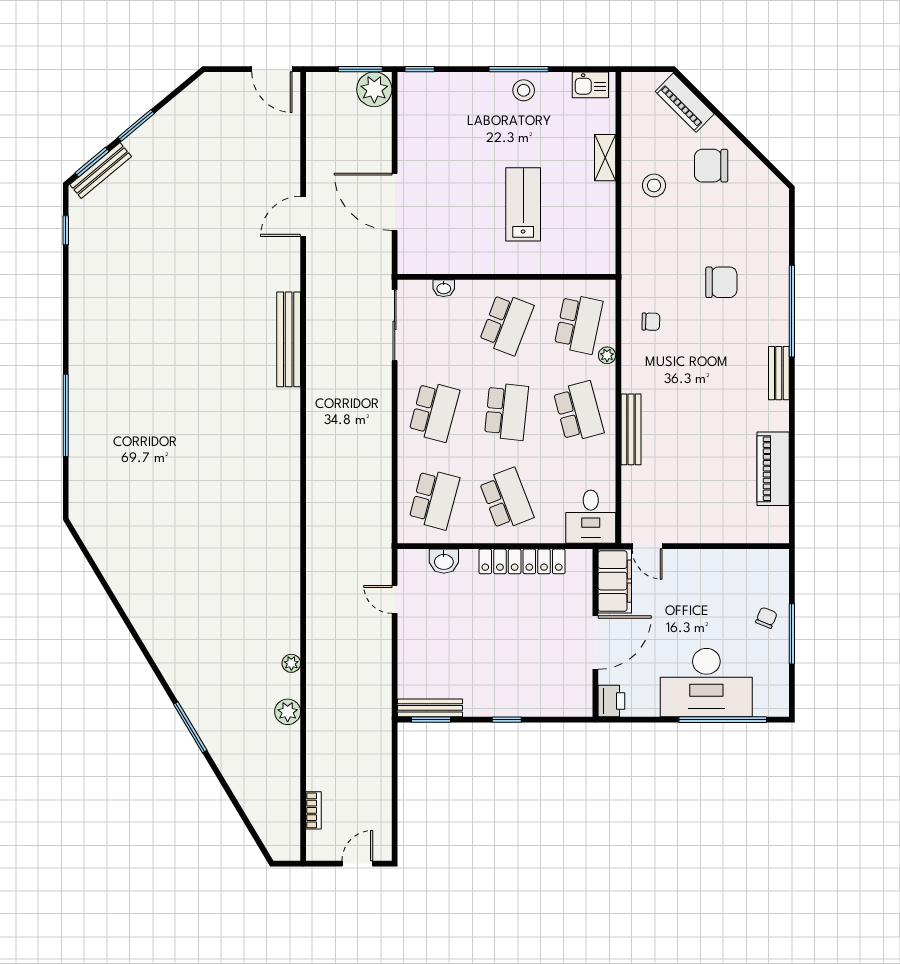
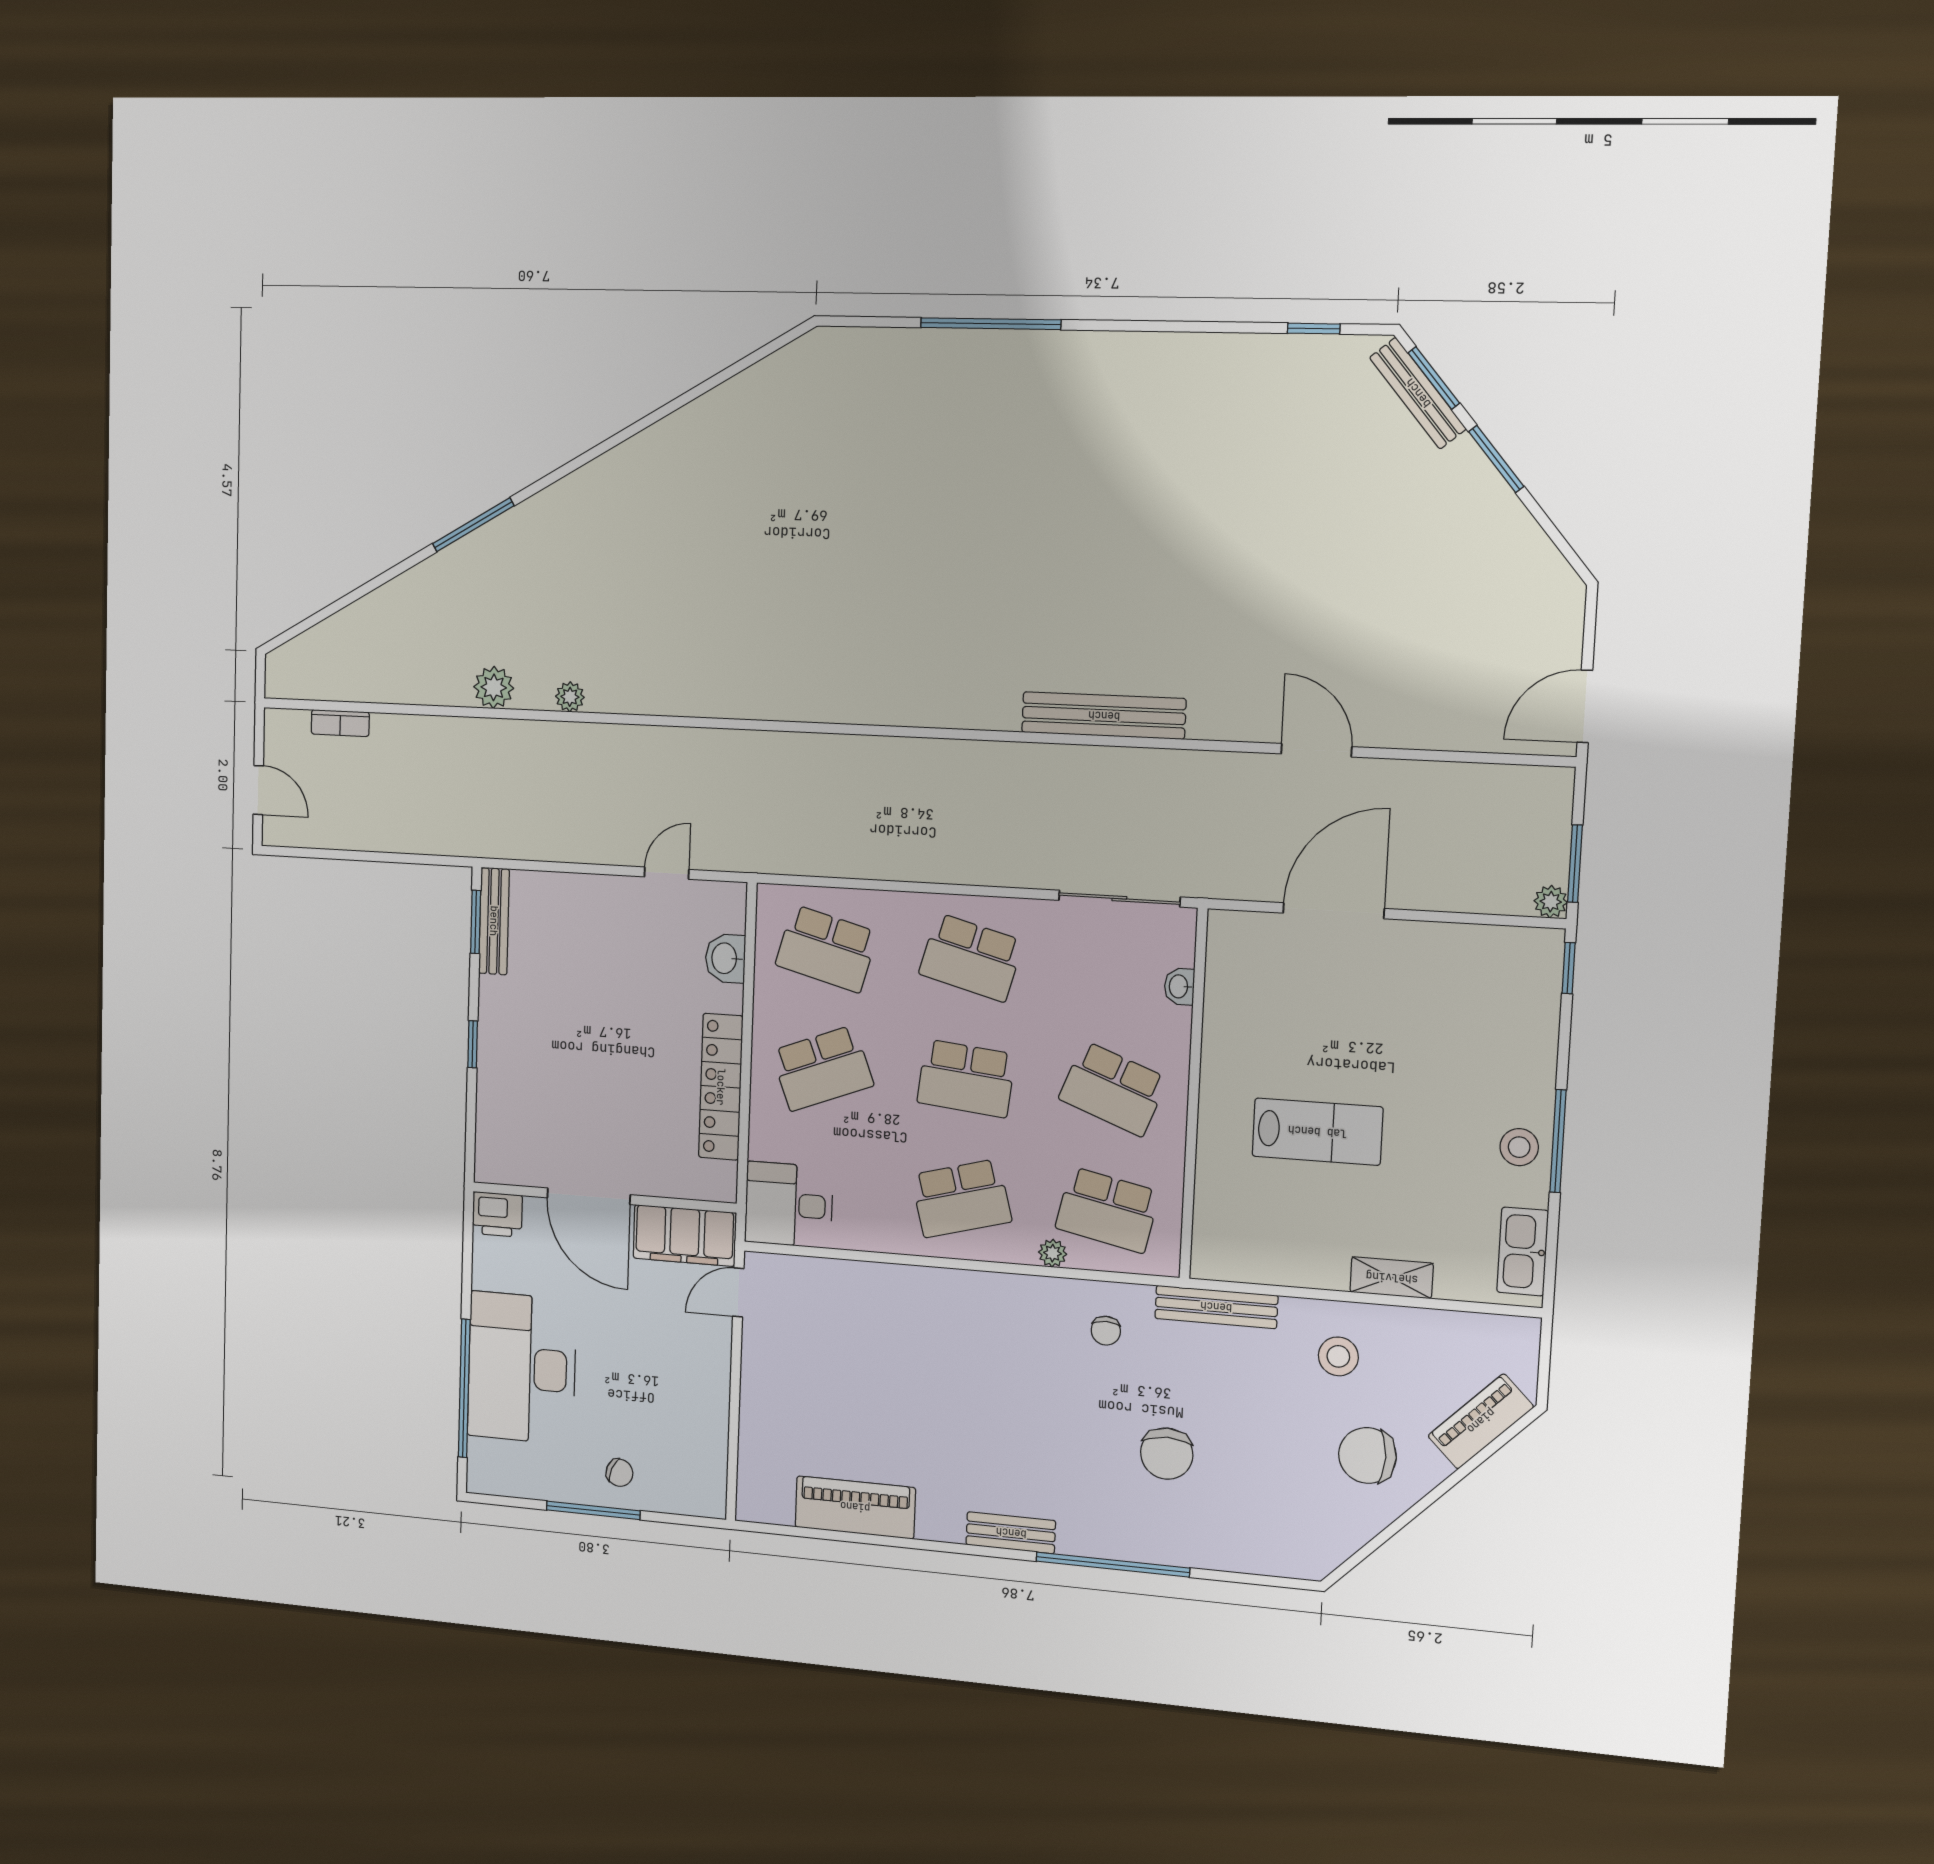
kitchen sink: (590, 85) -> (1523, 1251), width x1.38
plant: (374, 89) -> (1551, 902), width x0.53, depth x0.53
chair: (711, 166) -> (1367, 1456), turned -90
bench: (631, 429) -> (1216, 1307), moved

